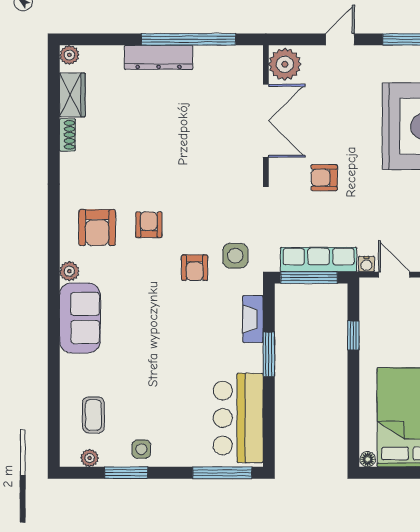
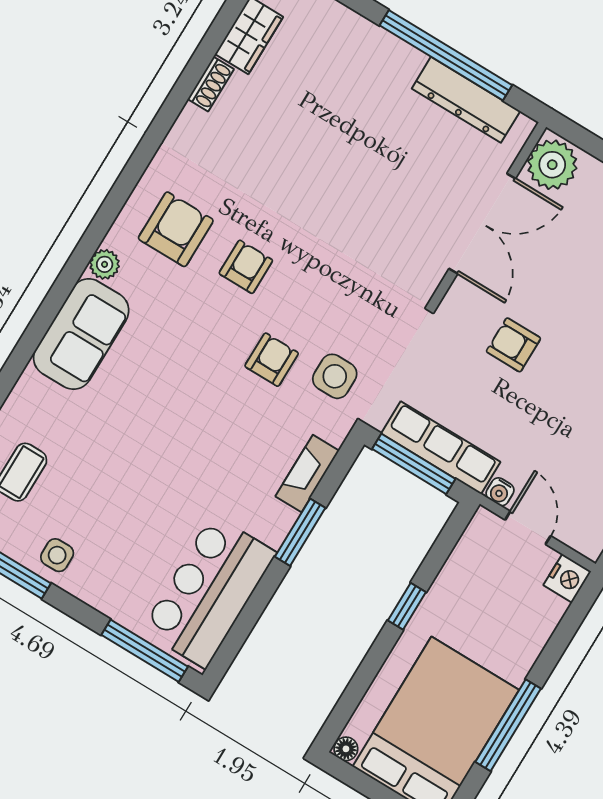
dresser: (159, 57) -> (466, 100), moved
armchair: (97, 228) -> (176, 229), turned 180
armchair: (195, 268) -> (272, 360), turned 180
window: (353, 335) -> (407, 606), moved

